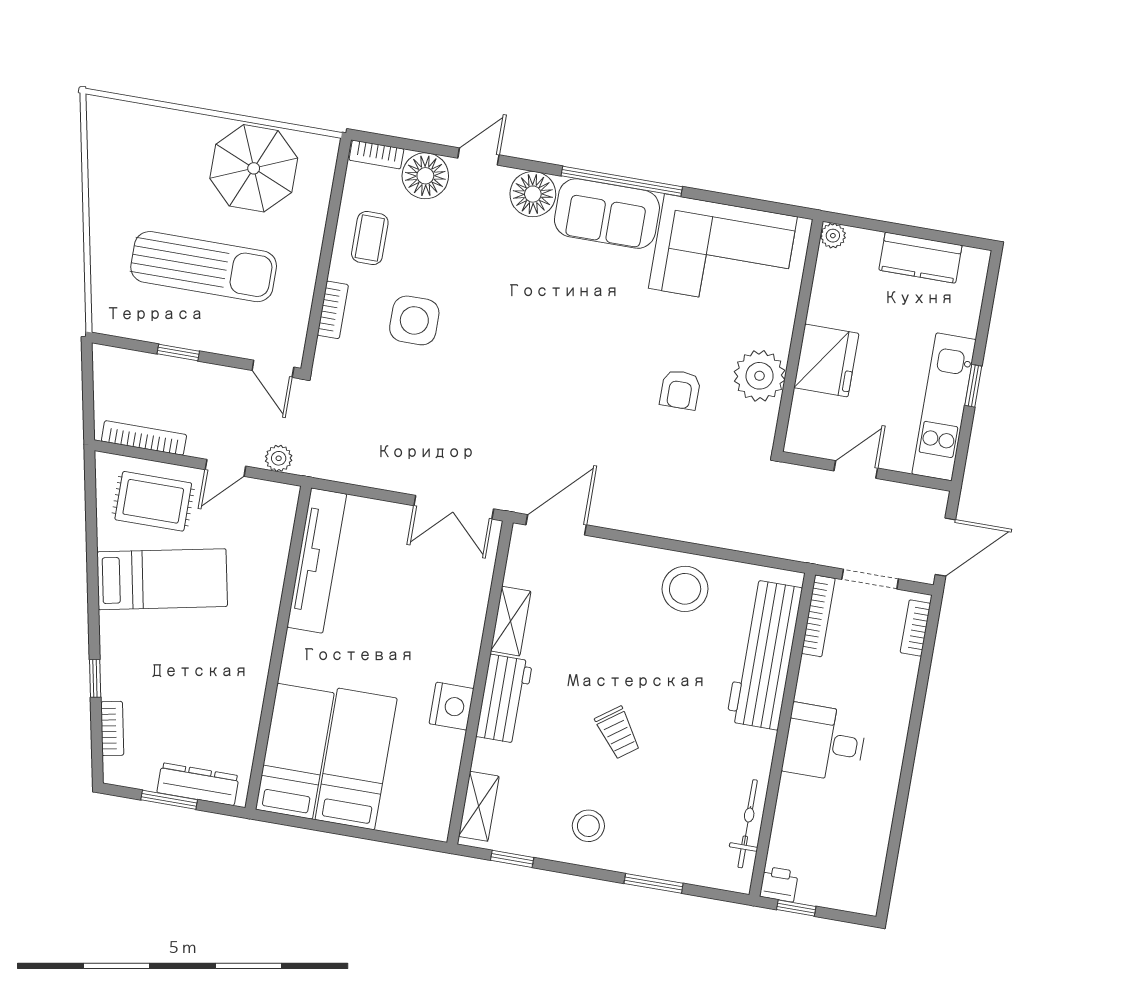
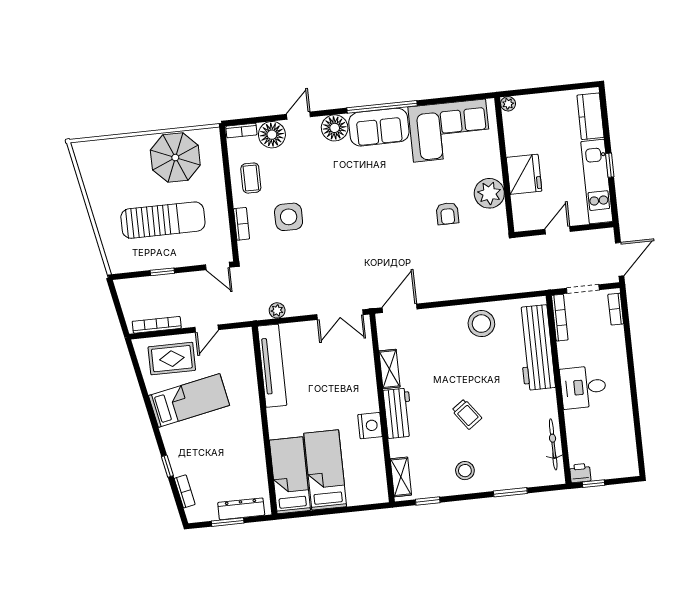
kitchen counter: (920, 258) -> (590, 116), moved, turned 90
plant: (279, 458) -> (277, 310), moved

